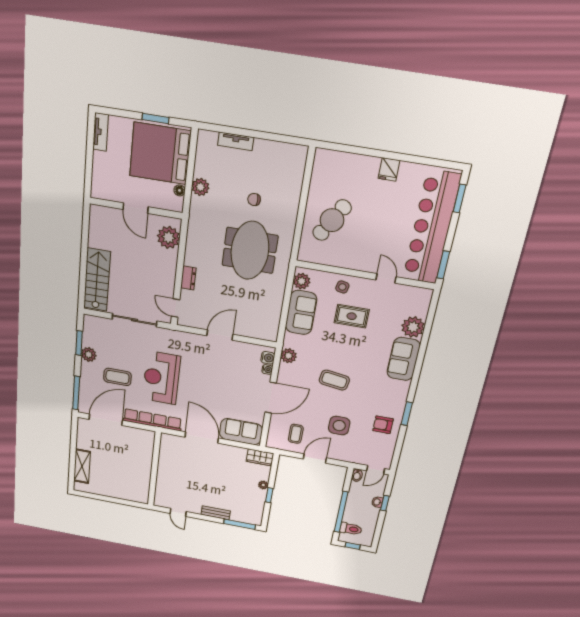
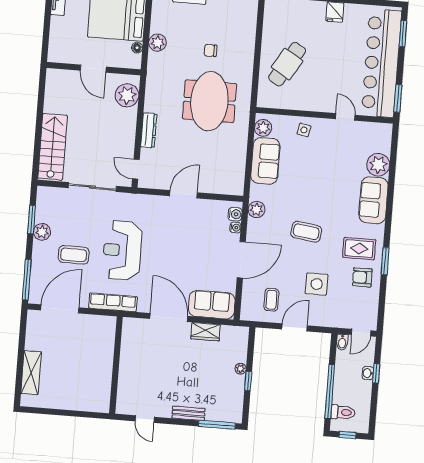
dresser: (188, 278) -> (149, 130), width x1.44
rug: (352, 316) -> (359, 249), moved
row of seats: (152, 420) -> (113, 302), width x0.73
wardrobe: (260, 457) -> (206, 332), moved

